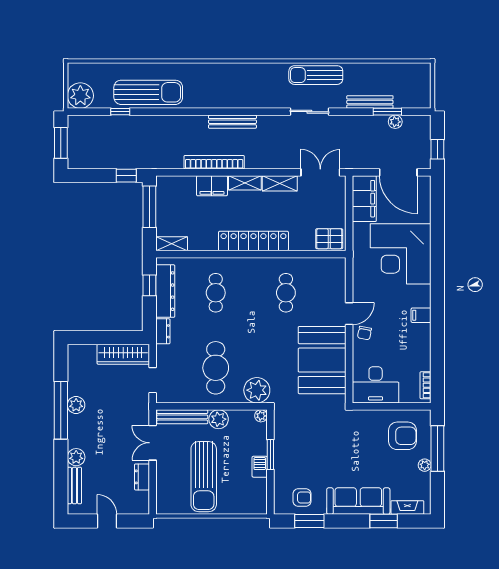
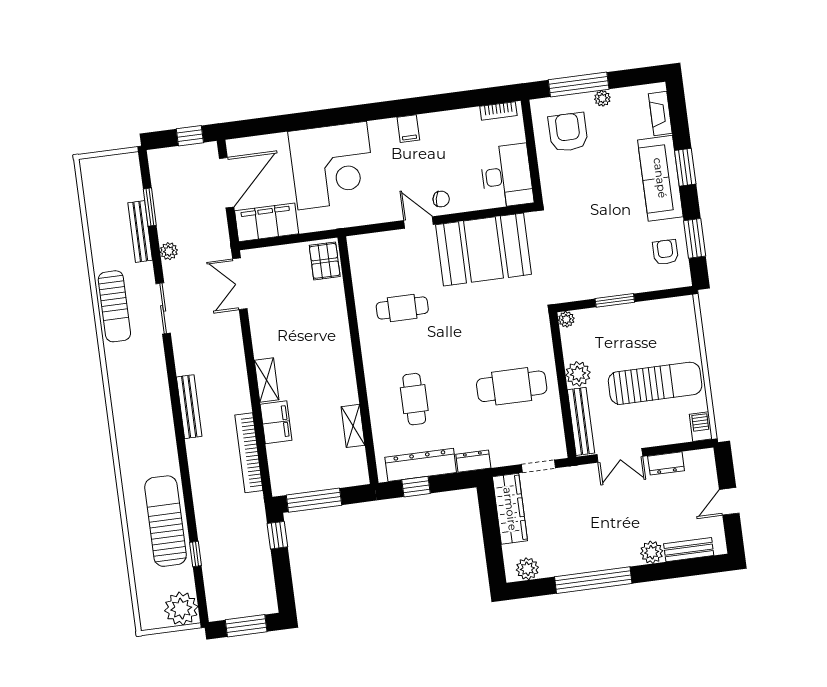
plant: (395, 122) -> (169, 251), moved
bookcase: (214, 162) -> (249, 453), moved
shelving: (280, 183) -> (261, 335), removed
locker: (253, 241) -> (341, 359), removed
shelving: (172, 244) -> (353, 426), moved
cafe table: (216, 293) -> (414, 399), turned 90
plant: (257, 390) -> (534, 329), removed
plant: (76, 405) -> (527, 569), moved
barbecue: (260, 467) -> (701, 427), moved, turned 90
window: (384, 521) -> (685, 167), moved

